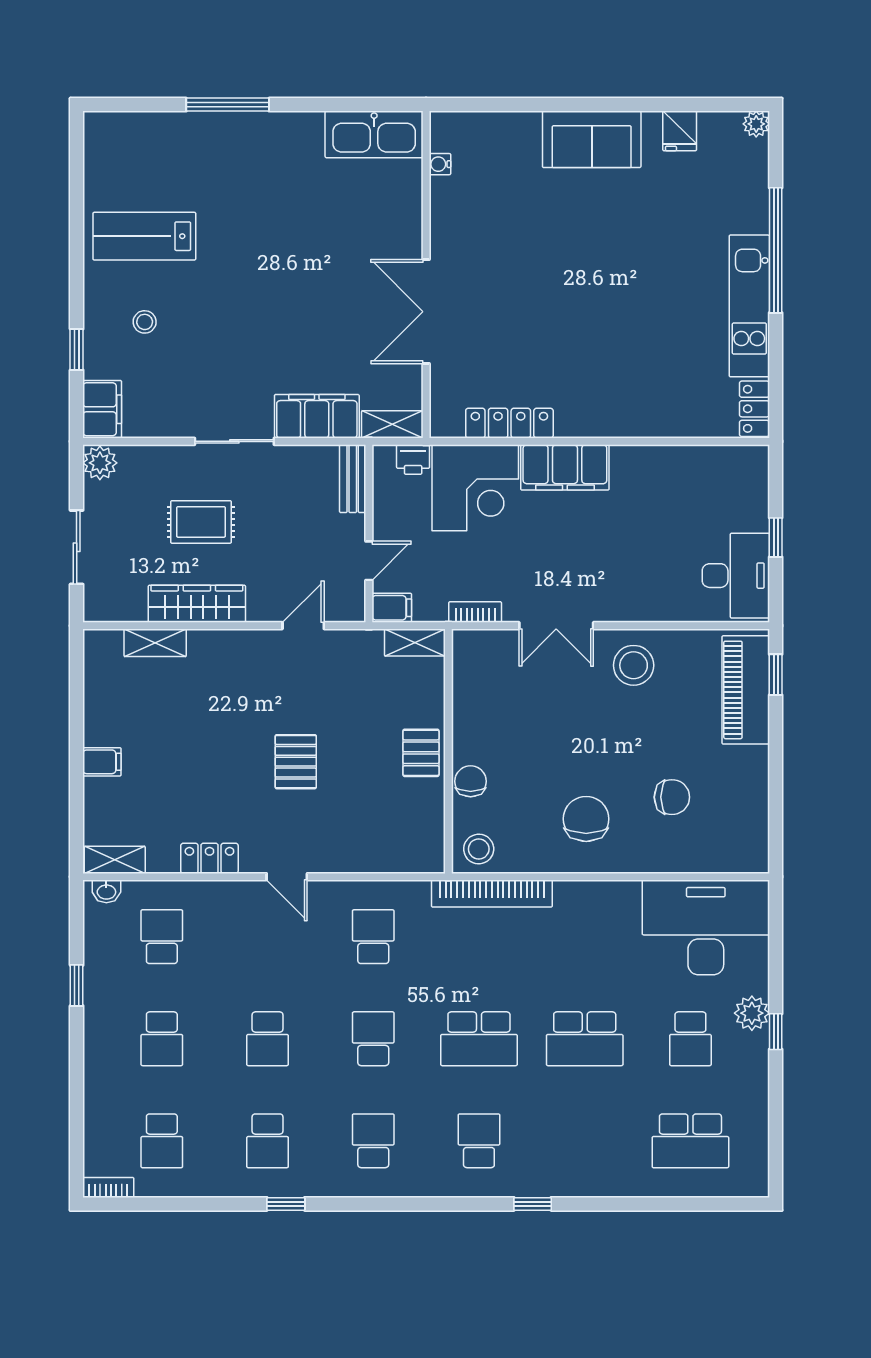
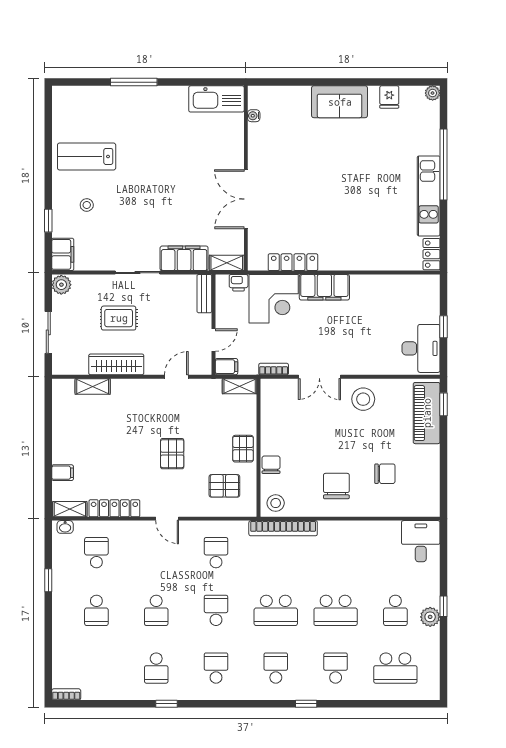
filing cabinet: (102, 762) -> (63, 473), moved
pallet: (388, 819) -> (224, 486), added
locker: (209, 858) -> (114, 508), width x1.53
desk: (706, 927) -> (421, 541), width x0.53, depth x0.77
plant: (752, 1013) -> (430, 617), moved
school desk: (162, 1141) -> (336, 668), moved, turned 180

